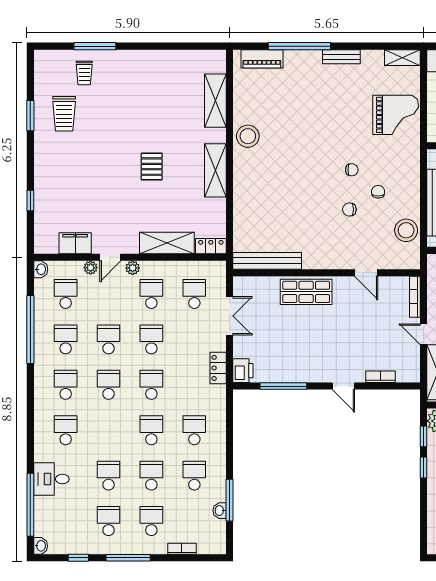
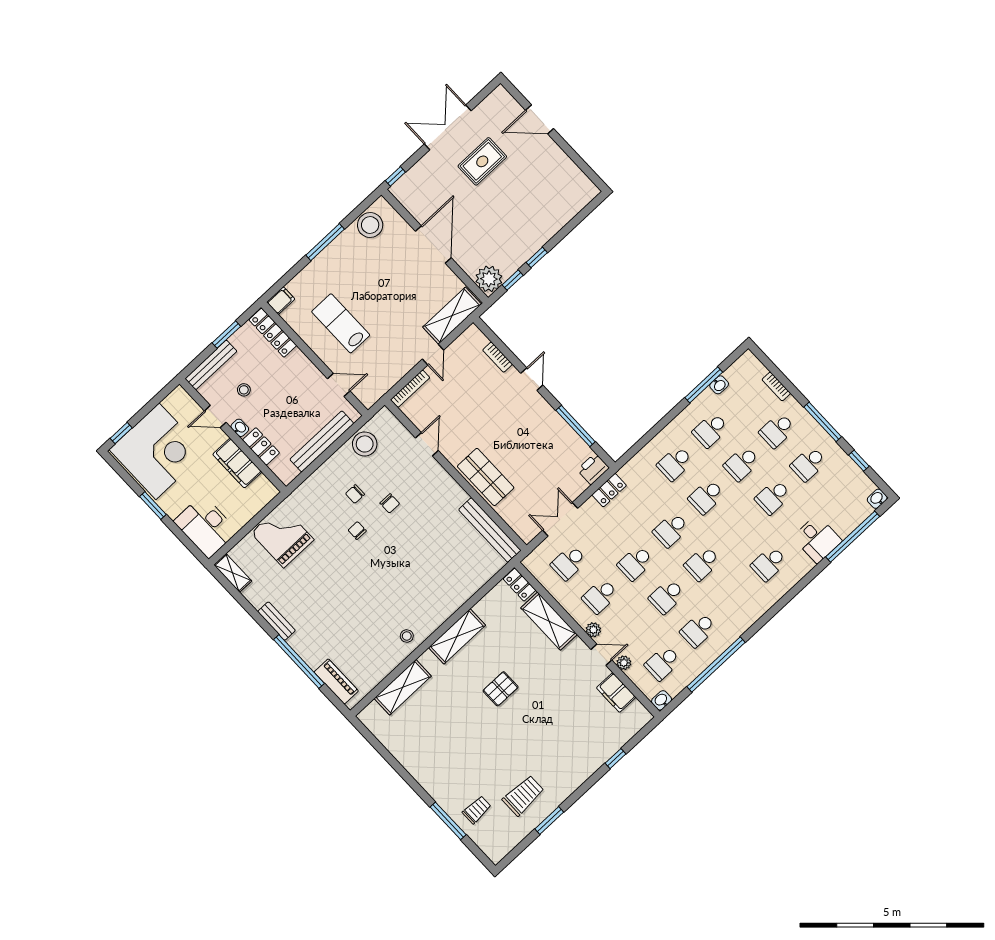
stool: (248, 136) -> (407, 636), width x0.53, depth x0.53
school desk: (66, 385) -> (733, 597), removed

